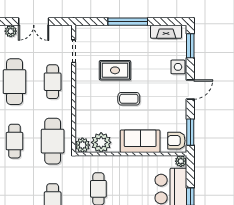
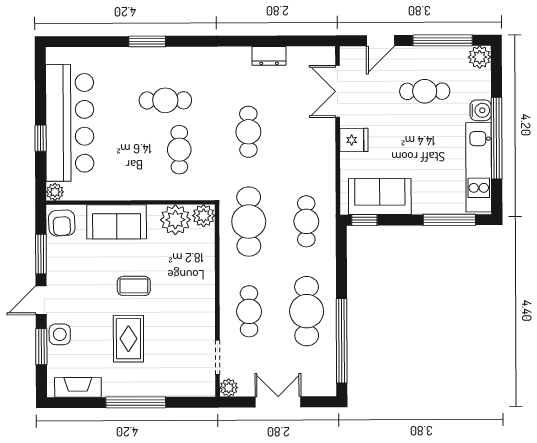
plant: (11, 31) -> (229, 388), moved
window: (190, 46) -> (41, 347), moved
rug: (115, 70) -> (128, 339), moved, turned 90
window: (190, 132) -> (41, 254), moved
armchair: (176, 141) -> (62, 223), turned 87

